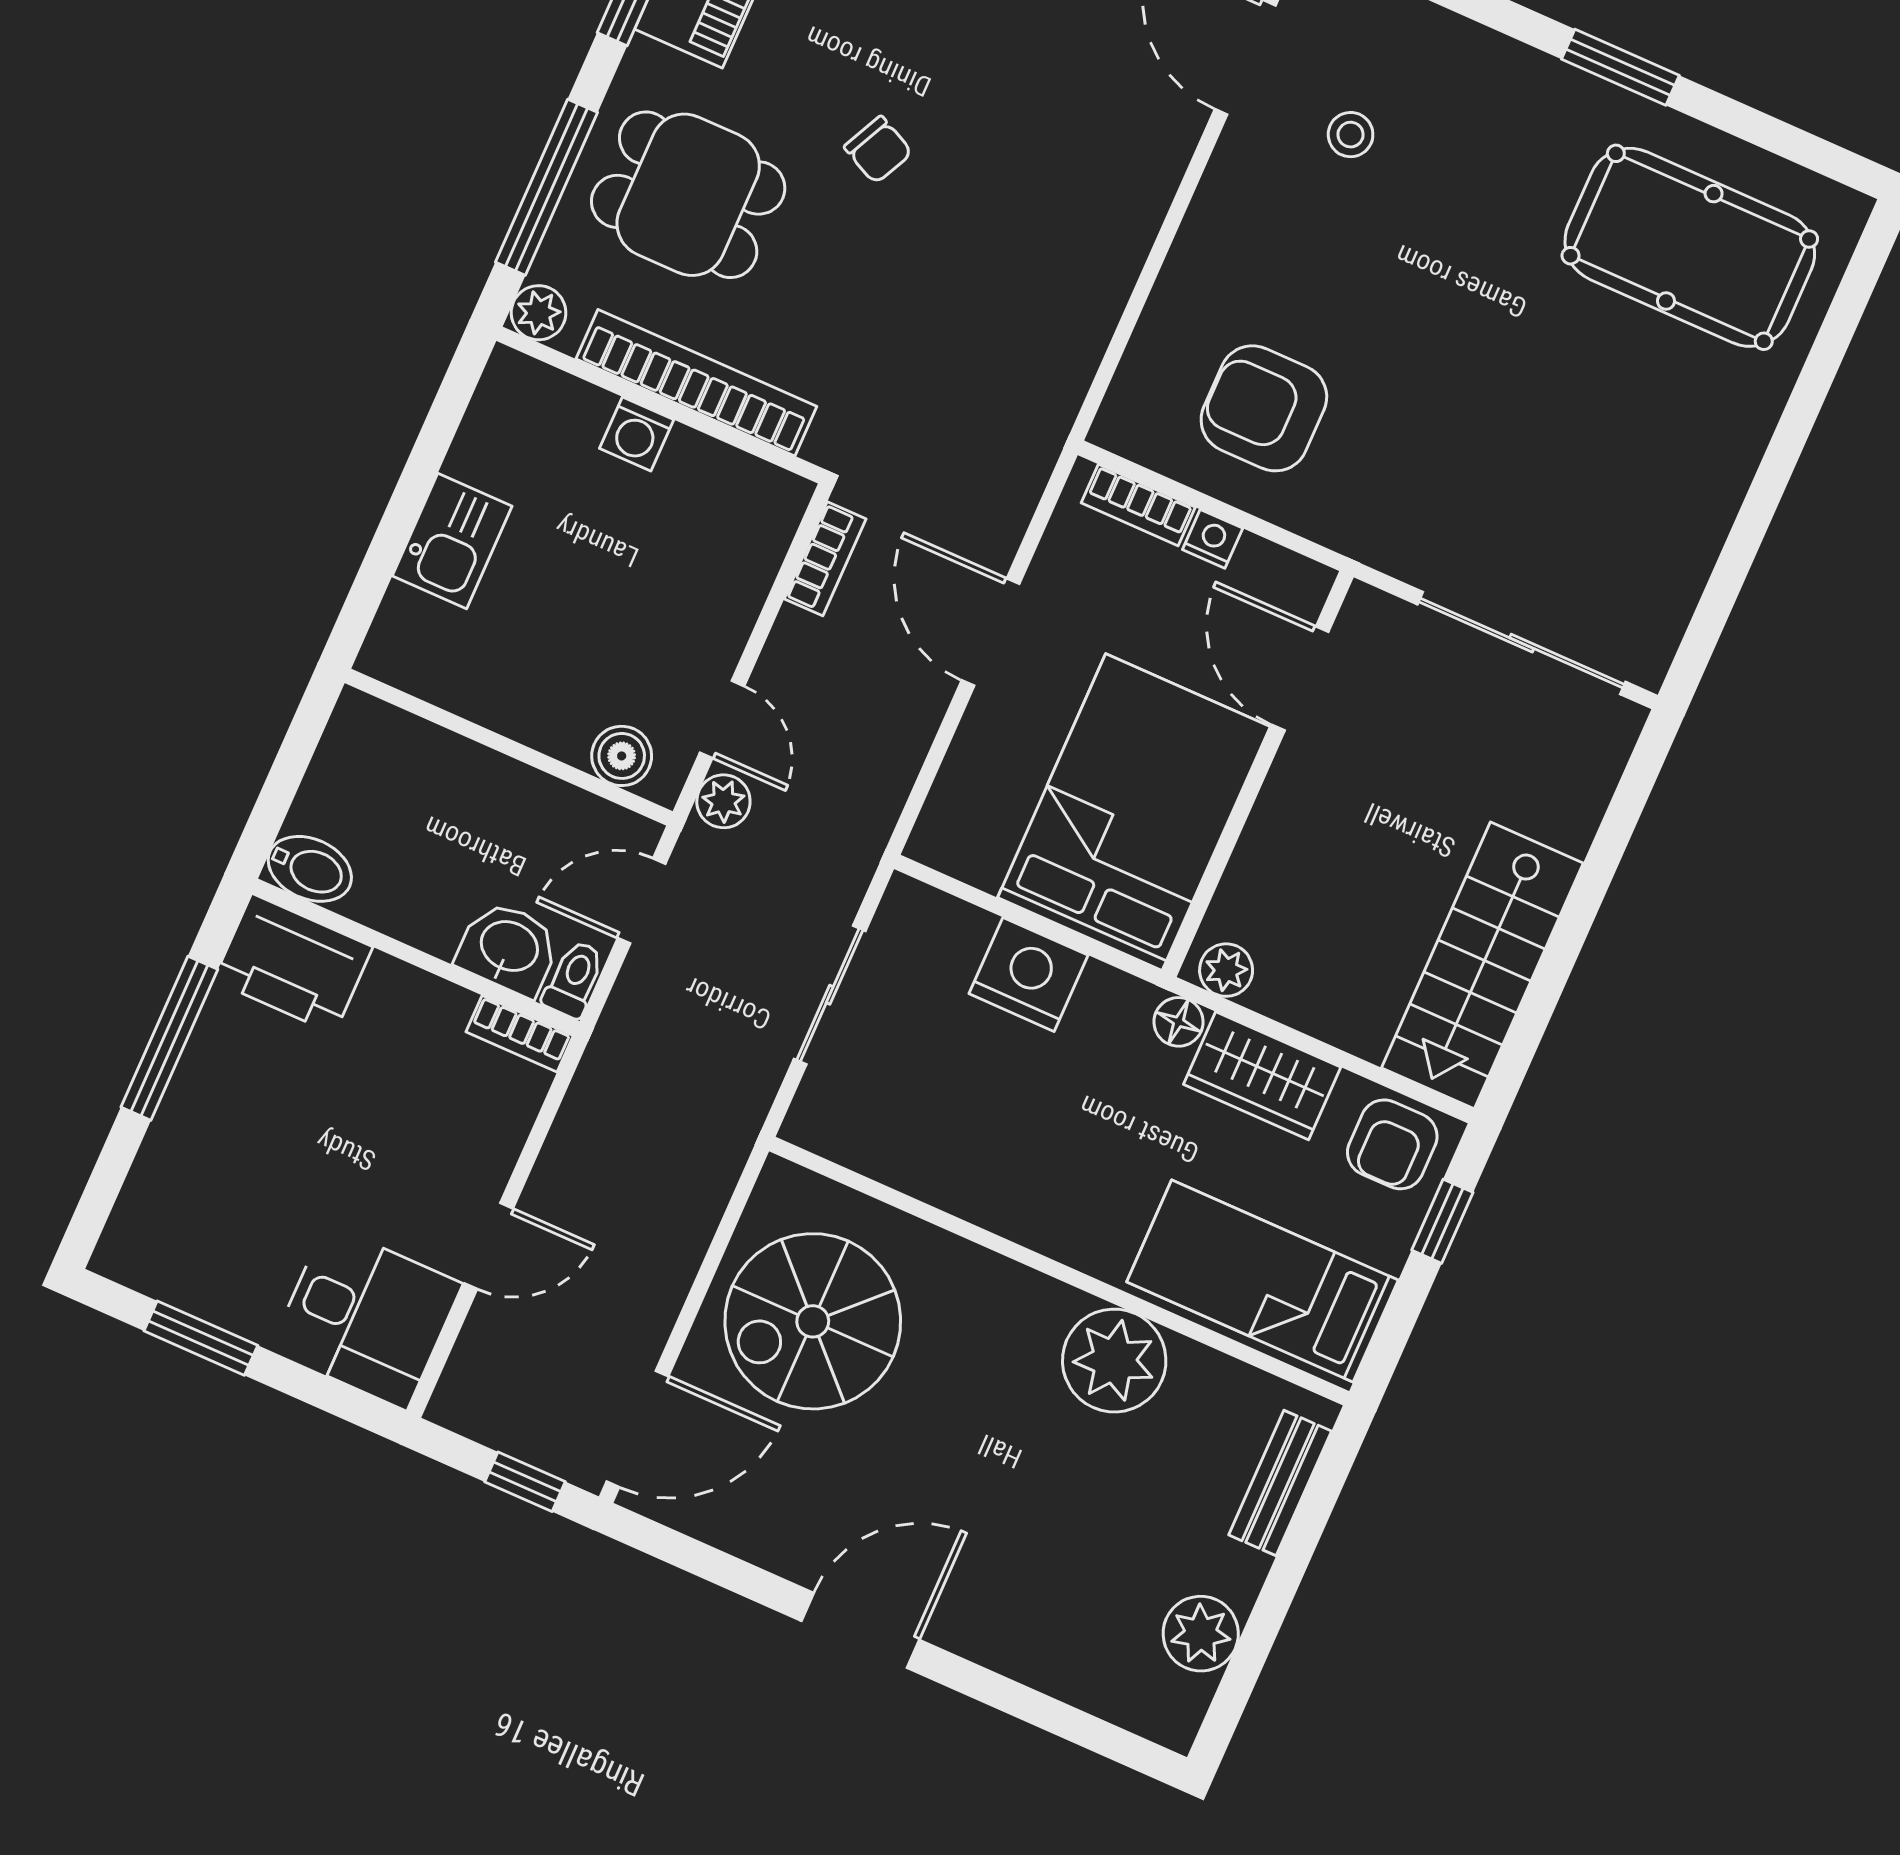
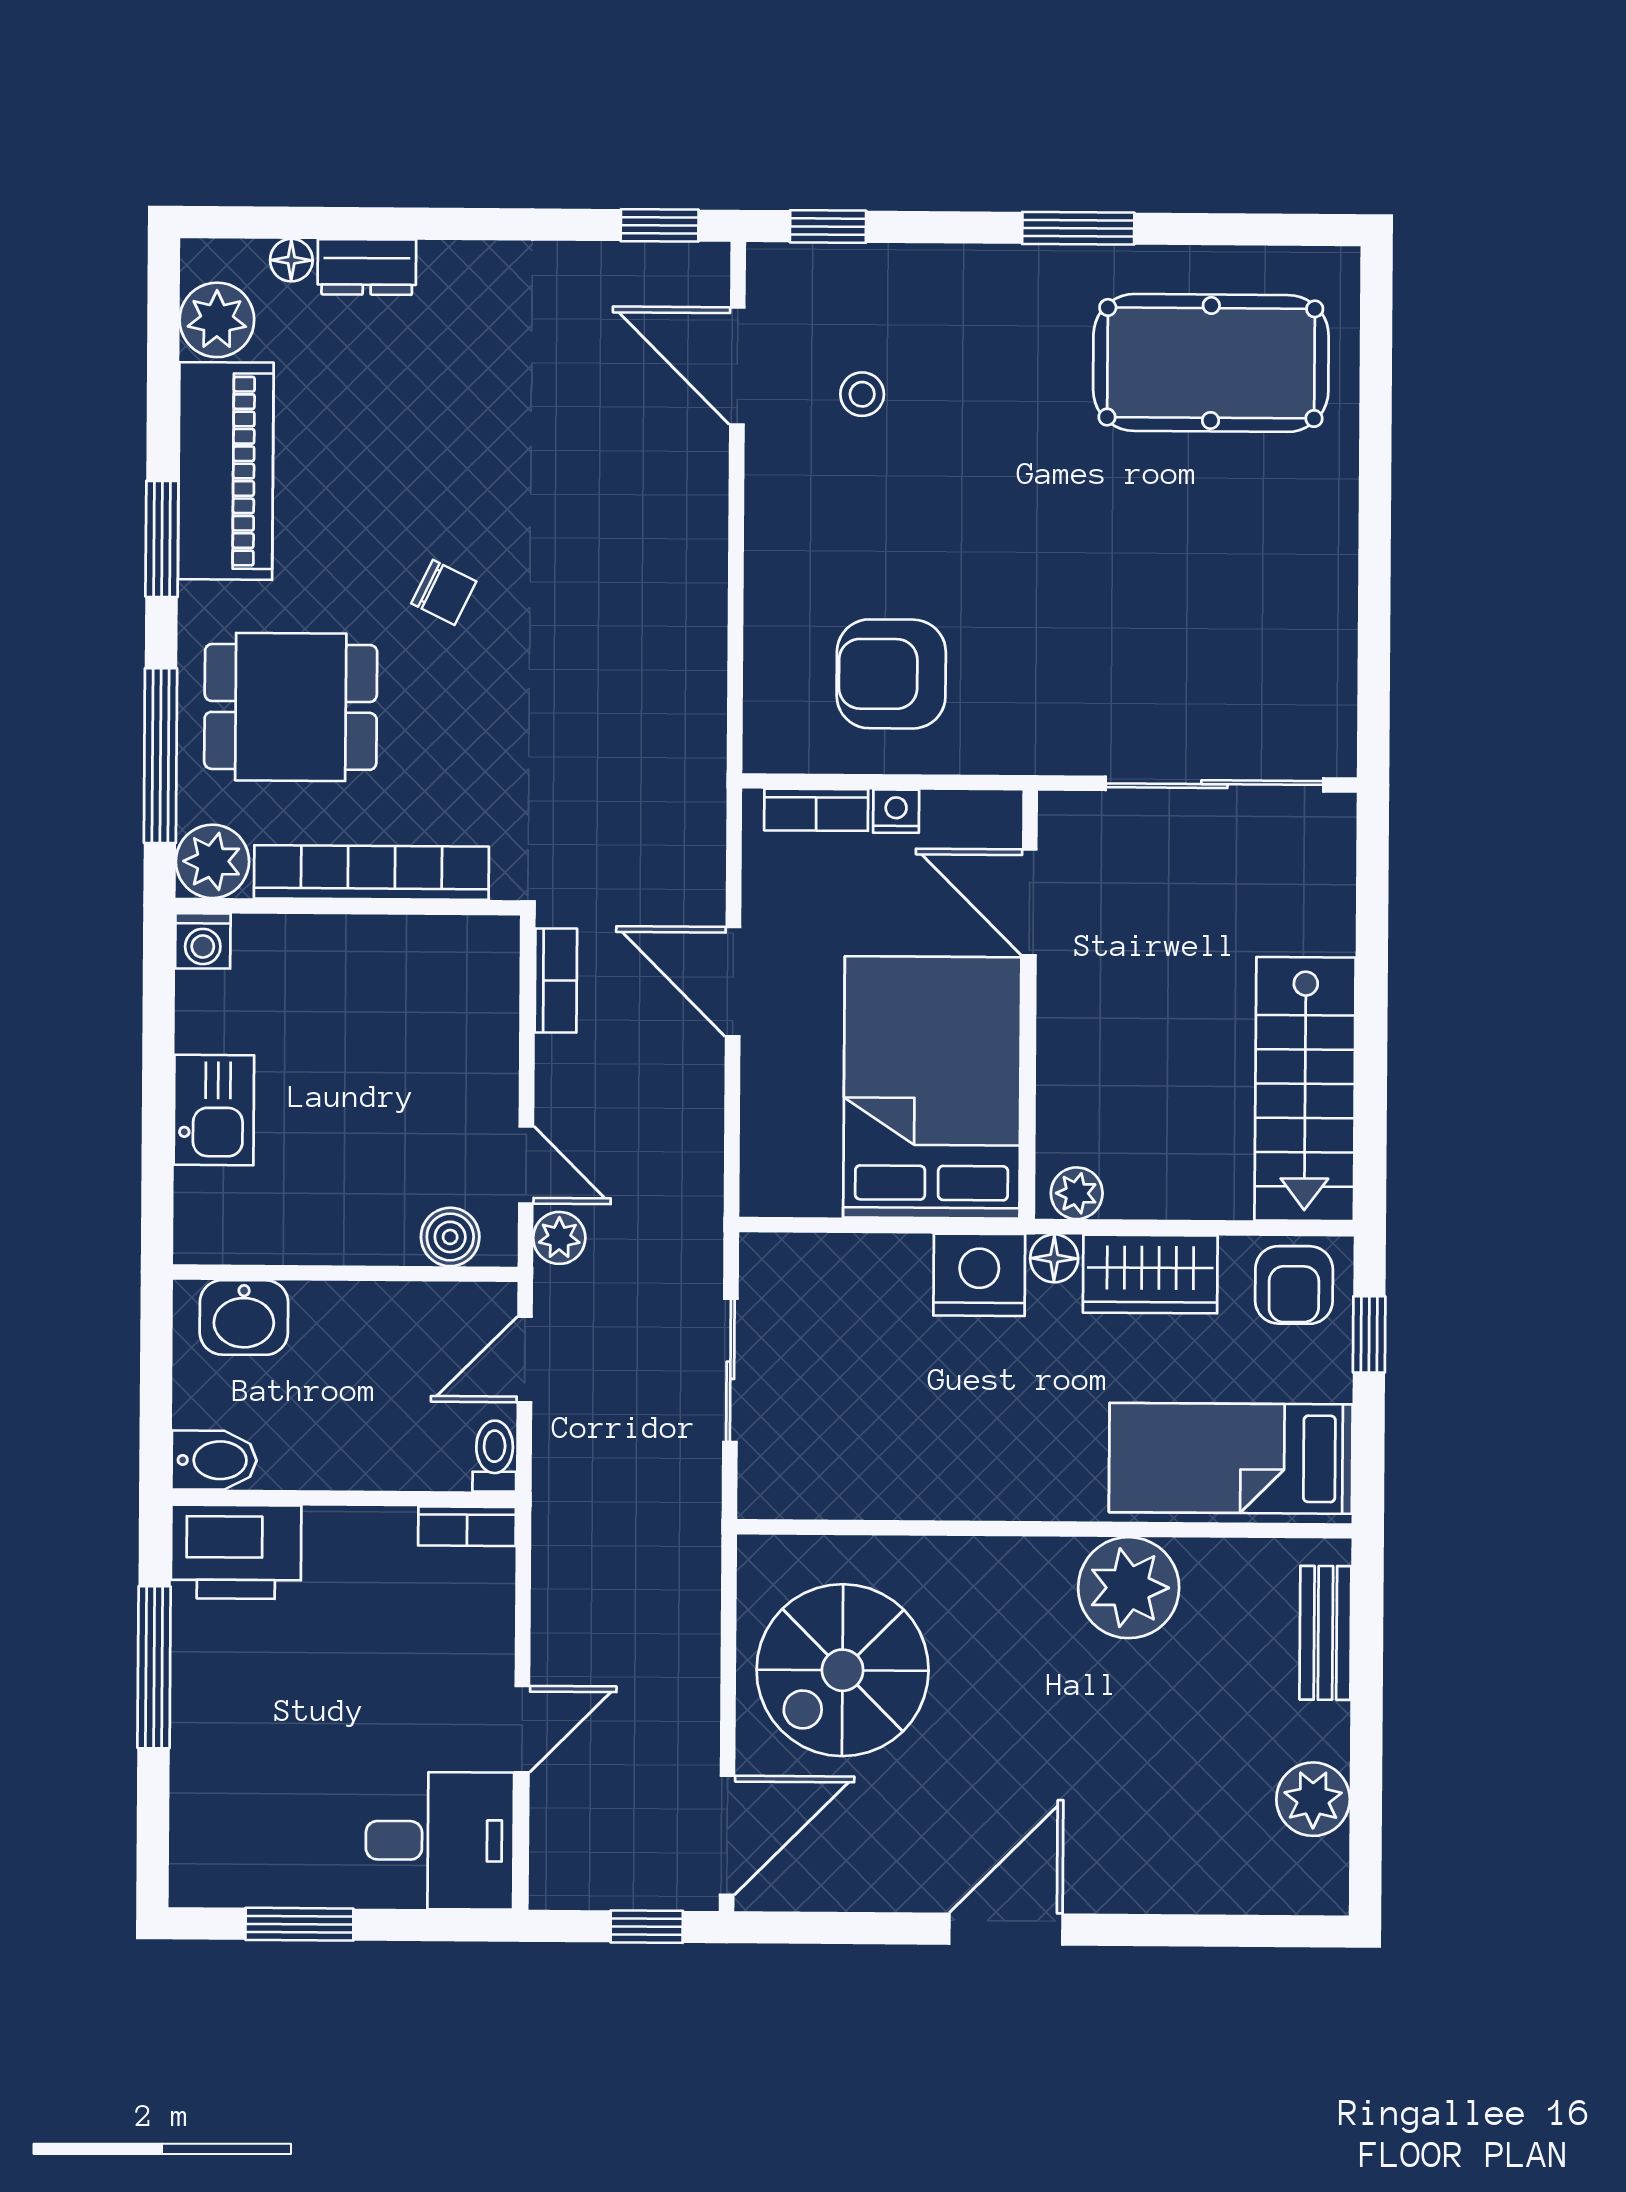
plant: (539, 313) -> (212, 861), width x1.38, depth x1.38
washing machine: (637, 434) -> (203, 941), moved
washbasin: (508, 948) -> (244, 1317), moved, turned 180
nightstand: (1028, 974) -> (979, 1275), moved

